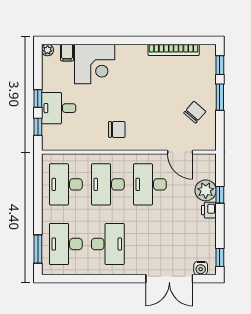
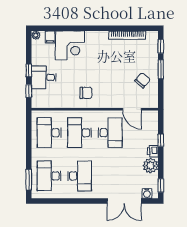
desk: (150, 184) -> (110, 133), turned 180
plant: (206, 190) -> (150, 166), moved

